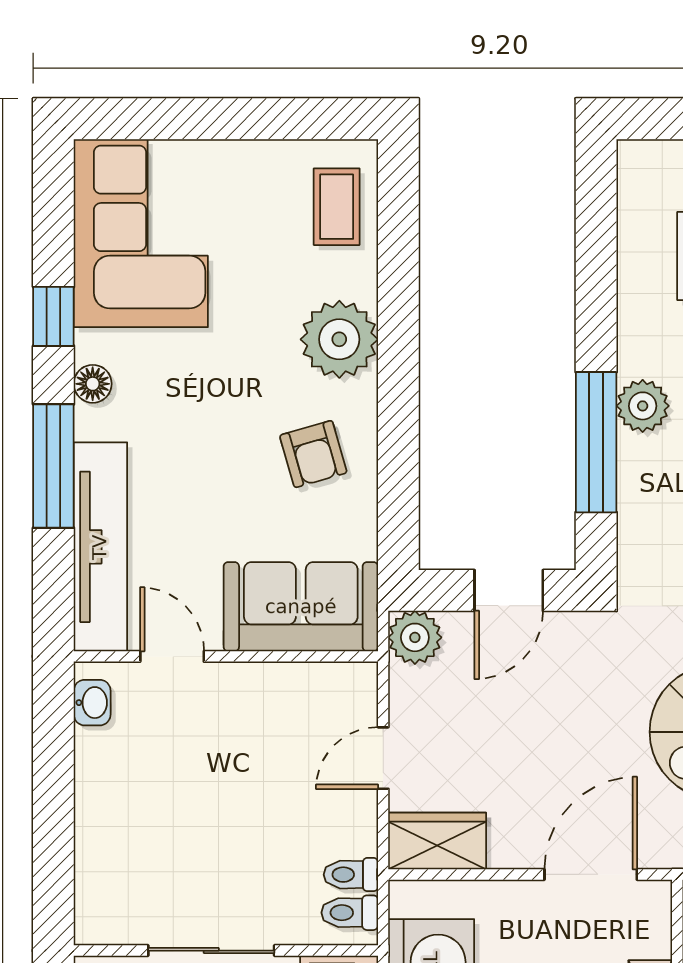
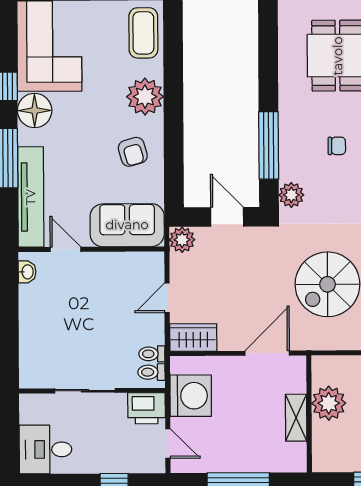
coffee table: (337, 207) -> (143, 33), width x1.36, depth x1.30
floor lamp: (93, 384) -> (35, 111), width x1.89, depth x1.89
plant: (643, 406) -> (291, 195), moved
door: (509, 590) -> (227, 217), swing flipped

